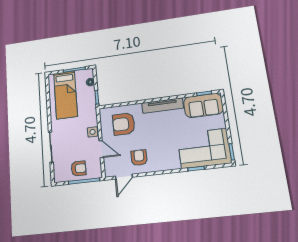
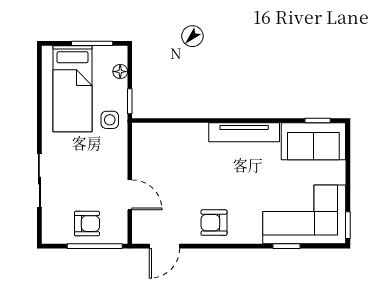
armchair: (124, 124) -> (173, 156), removed
side table: (93, 132) -> (110, 120), moved
armchair: (139, 158) -> (214, 223), moved, turned -90

